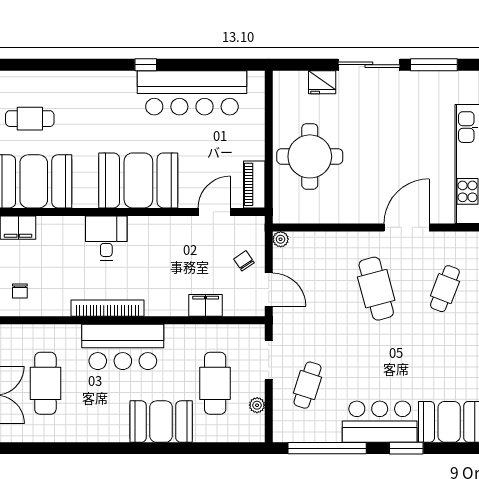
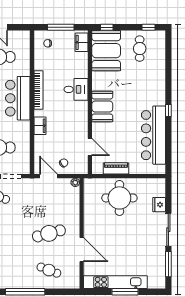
booth: (138, 180) -> (102, 106), width x0.73, depth x0.70
piano: (254, 184) -> (116, 168), moved
door: (269, 290) -> (48, 176), swing flipped
filing cabinet: (206, 305) -> (40, 126), moved

